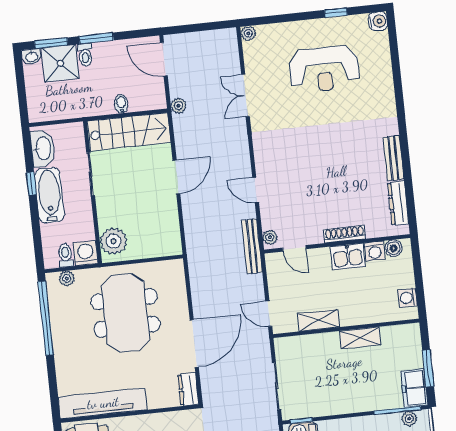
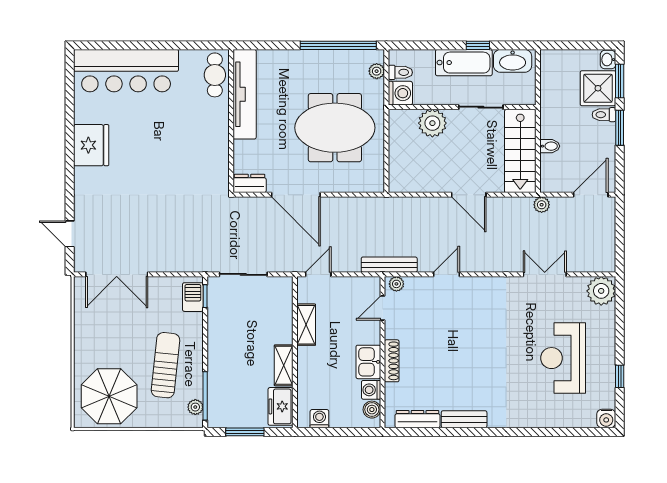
plant: (248, 33) -> (601, 291), width x1.88, depth x1.88
plant: (113, 241) -> (432, 123), moved
freezer: (414, 388) -> (280, 406), moved, turned -90

